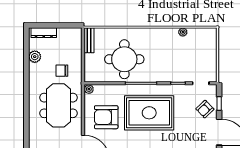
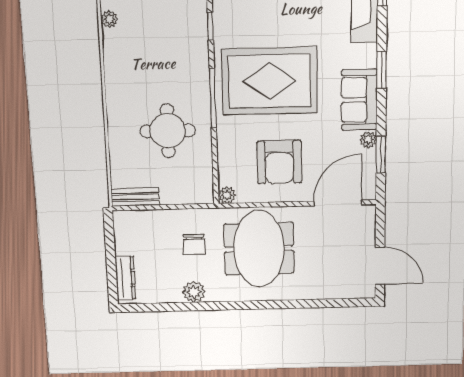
plant: (35, 57) -> (194, 292), moved
round table: (124, 59) -> (168, 131), width x0.73, depth x0.73
meeting table: (58, 105) -> (259, 249), turned 90
rug: (149, 113) -> (269, 81), turned 90

